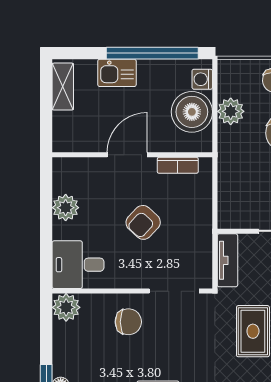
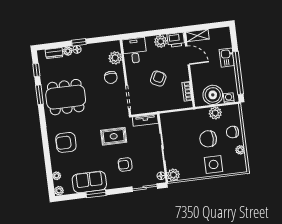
shelving: (63, 87) -> (197, 35), moved
door: (127, 155) -> (187, 55), moved
printer: (66, 175) -> (176, 40), added
armchair: (143, 222) -> (158, 79), turned 74
plant: (66, 307) -> (115, 58), moved

